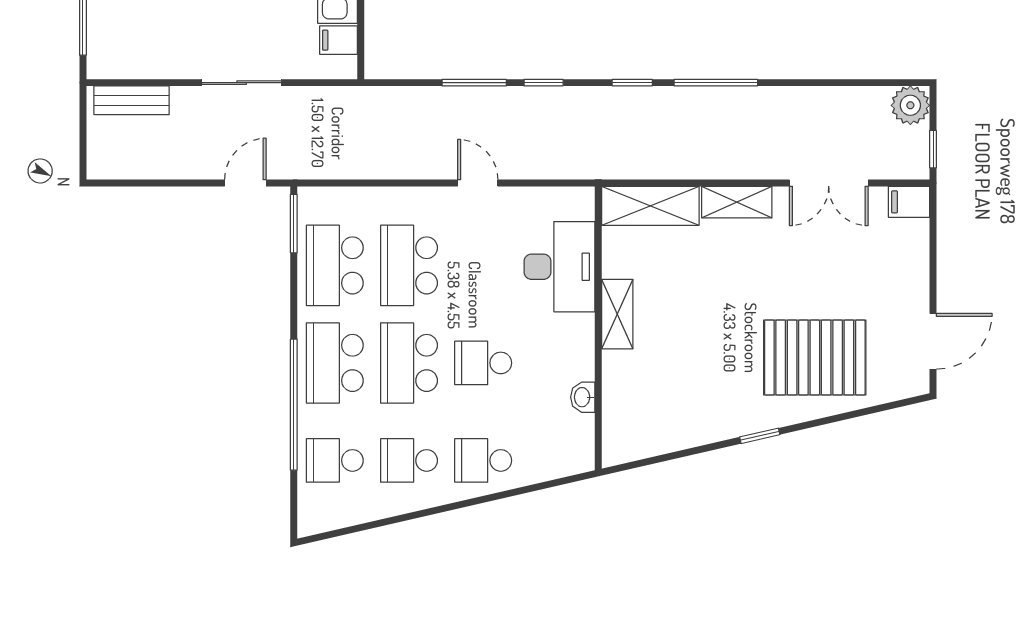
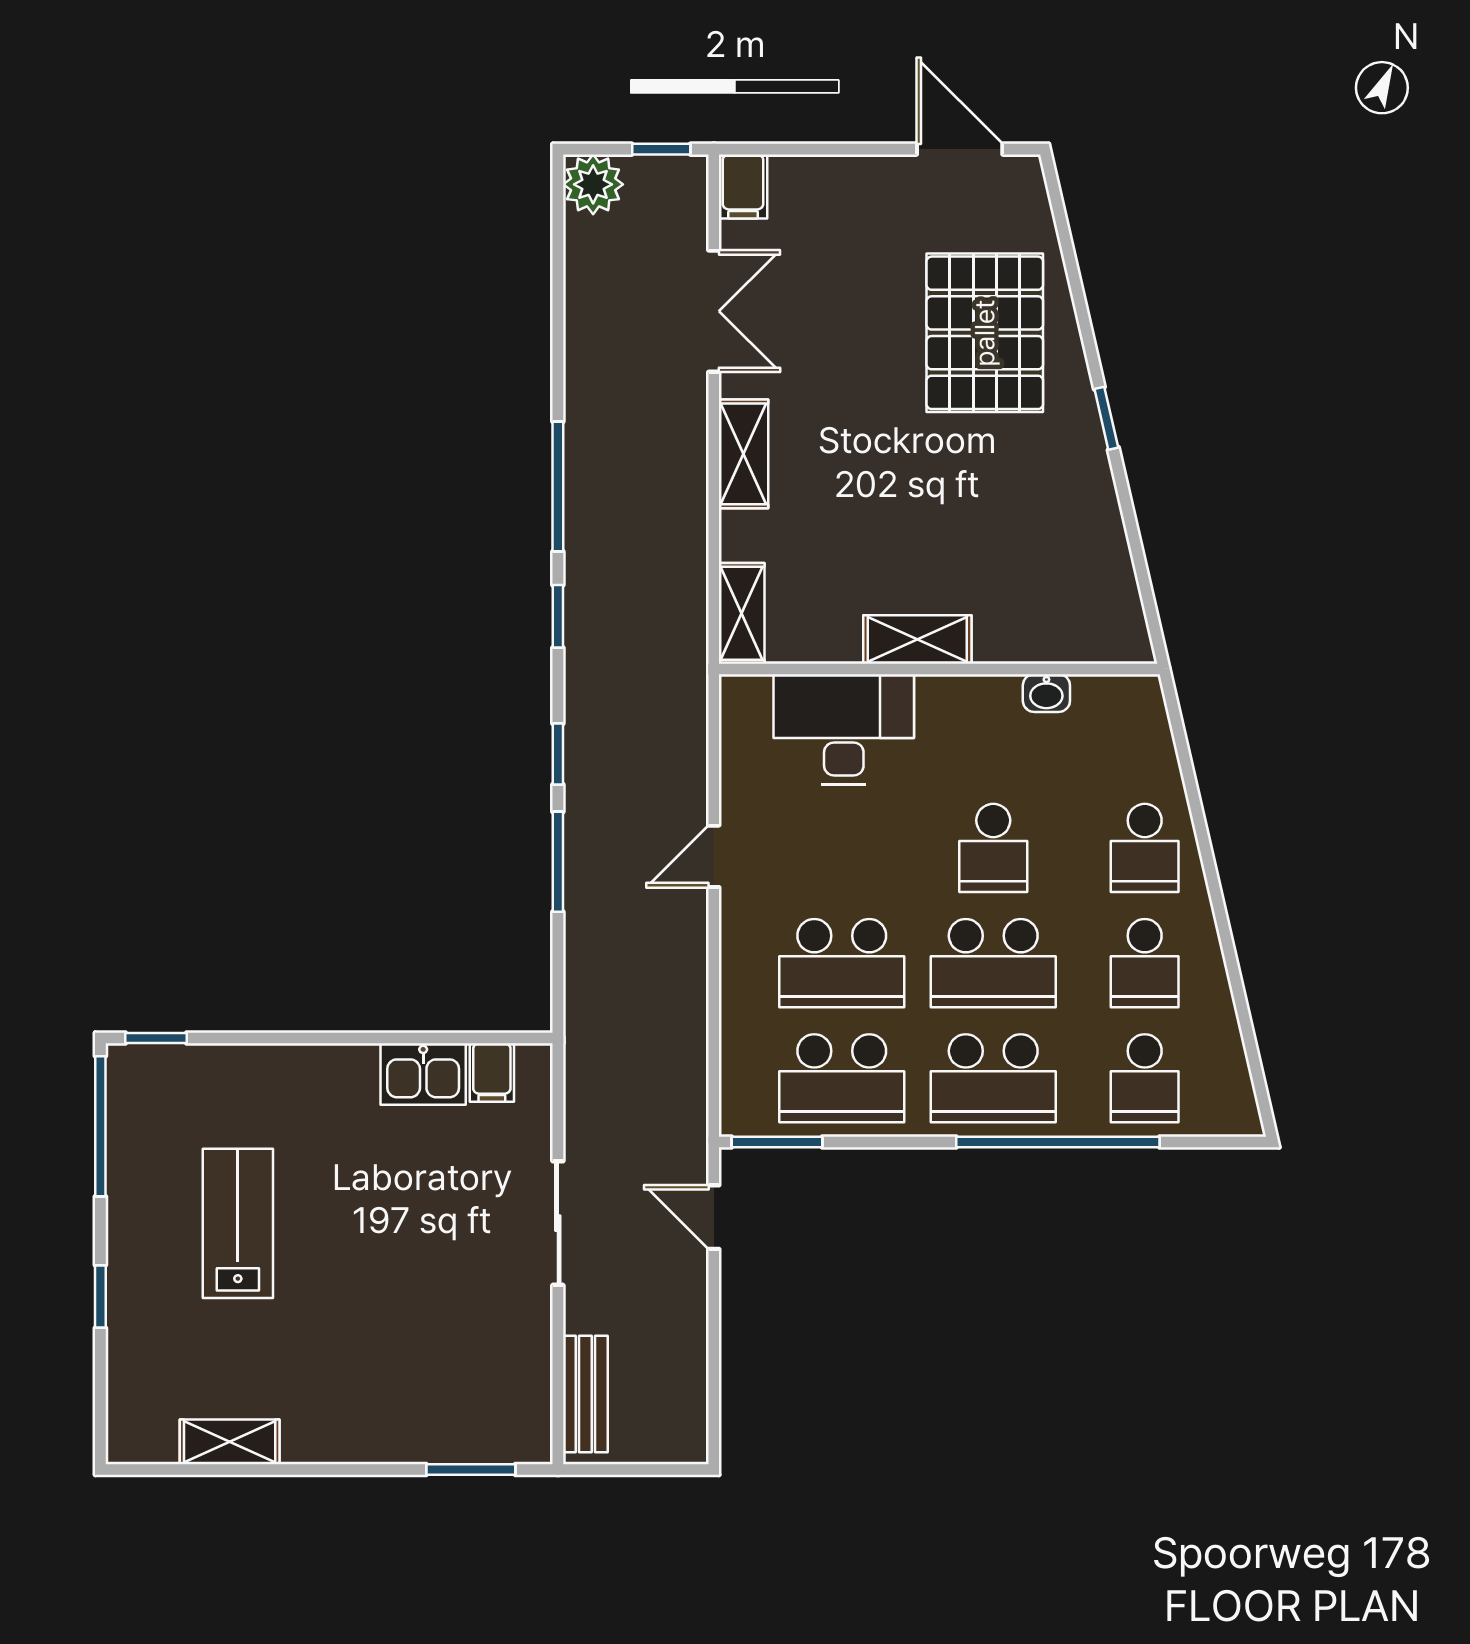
shelving: (650, 206) -> (742, 613), width x0.67, depth x0.75

